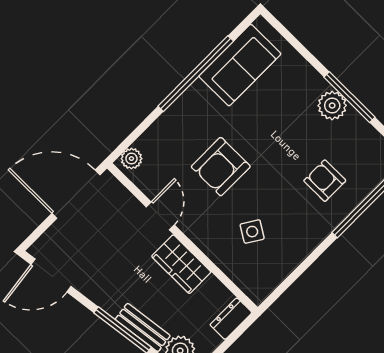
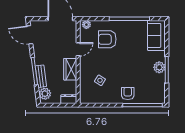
sofa: (240, 65) -> (156, 35), moved, turned 90
armchair: (221, 167) -> (107, 39), moved
armchair: (325, 181) -> (128, 93), moved

